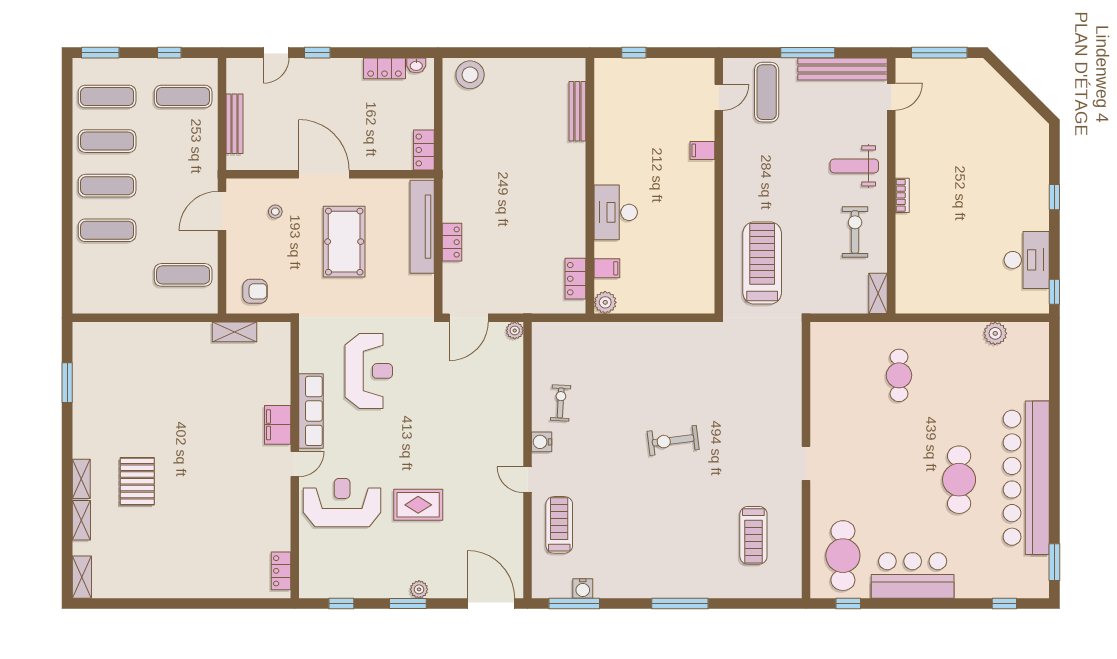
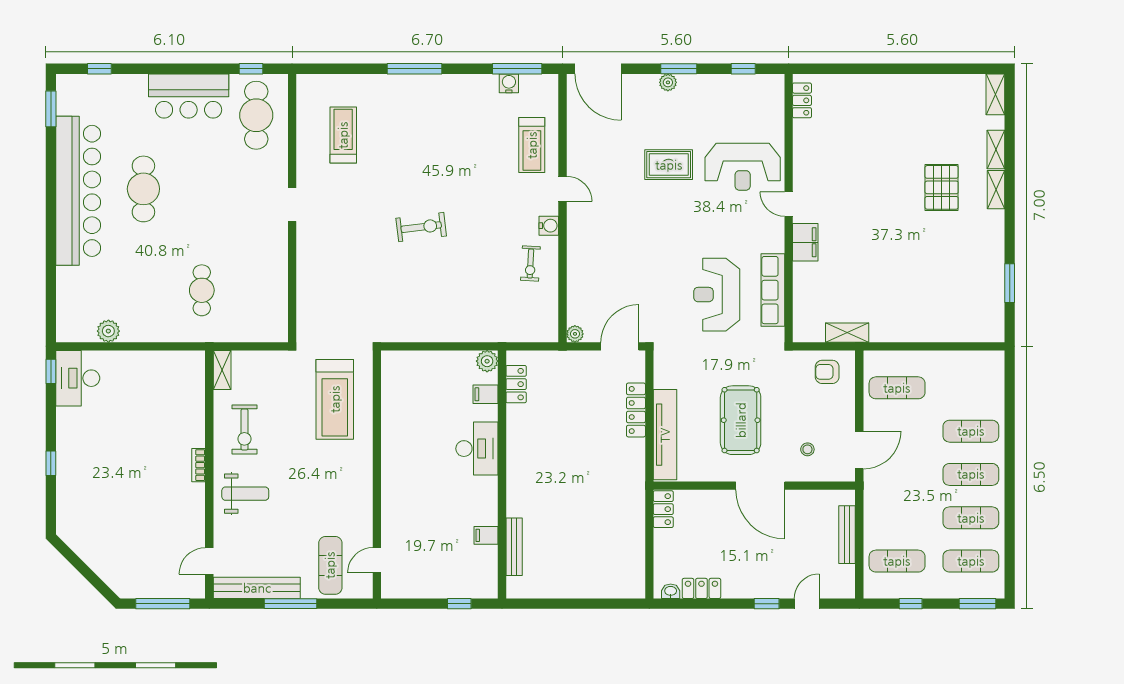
stool: (470, 75) -> (618, 582), removed
filing cabinet: (702, 150) -> (486, 535), moved, turned 180
locker: (452, 242) -> (636, 410), width x1.53
desk: (1027, 260) -> (78, 378), moved
row of seats: (311, 411) -> (773, 290), moved
door: (295, 464) -> (789, 204), hinge flipped

